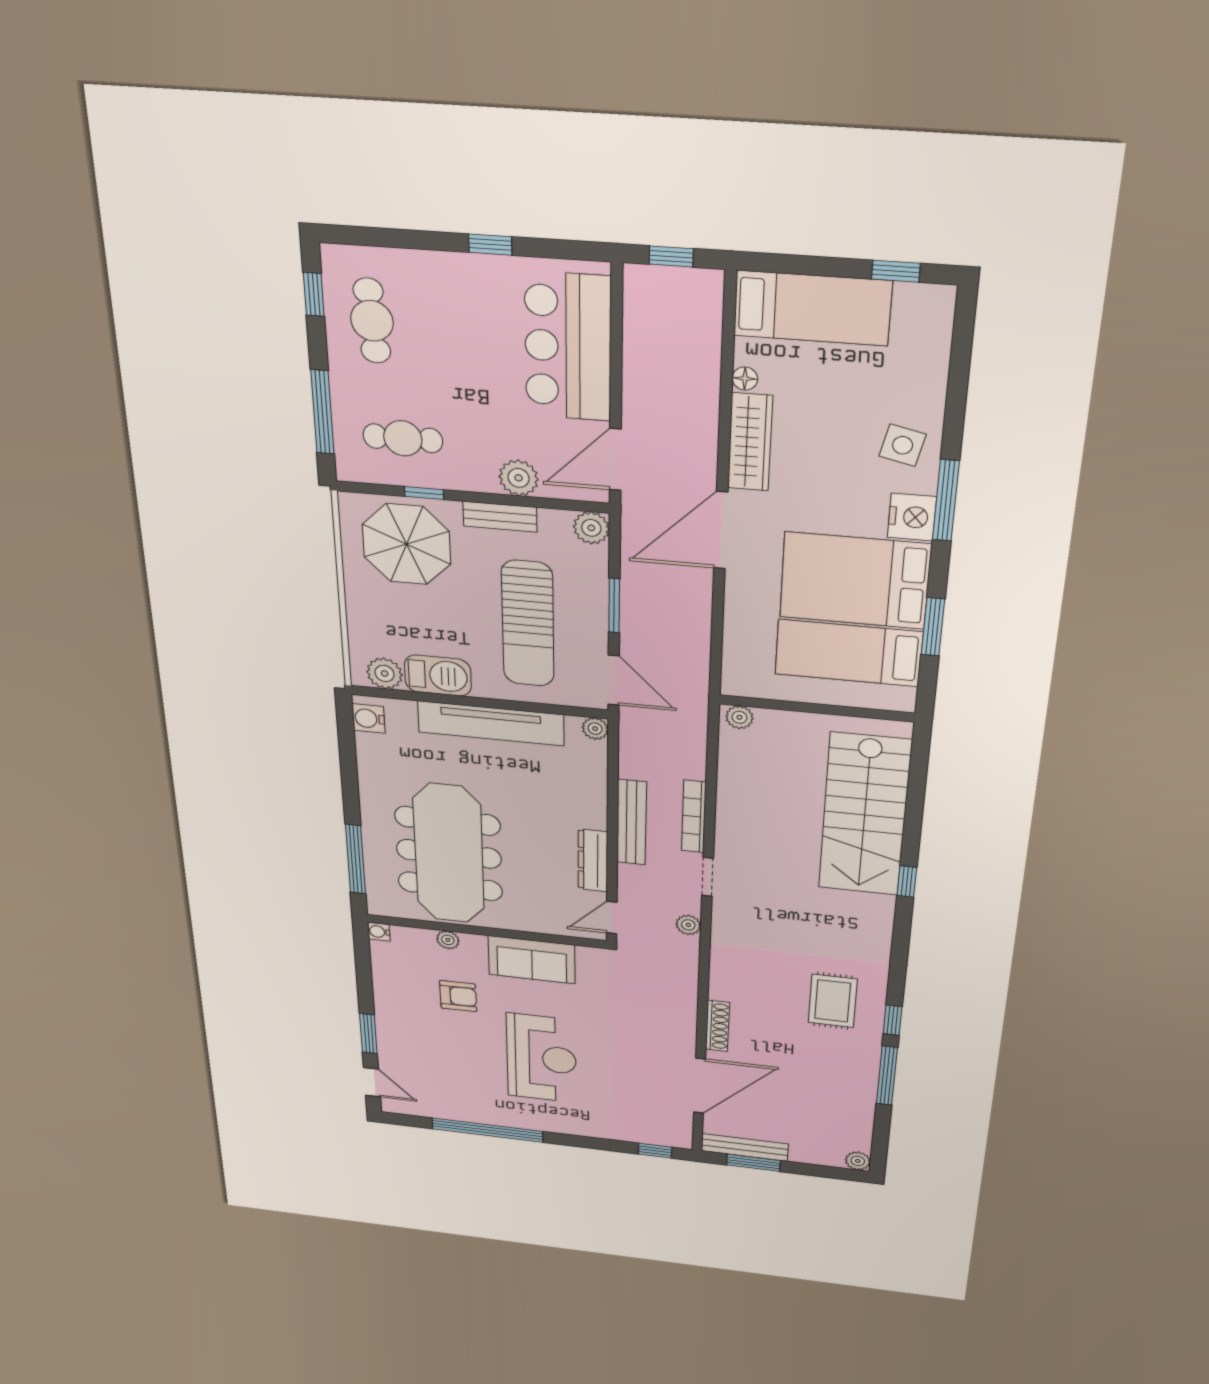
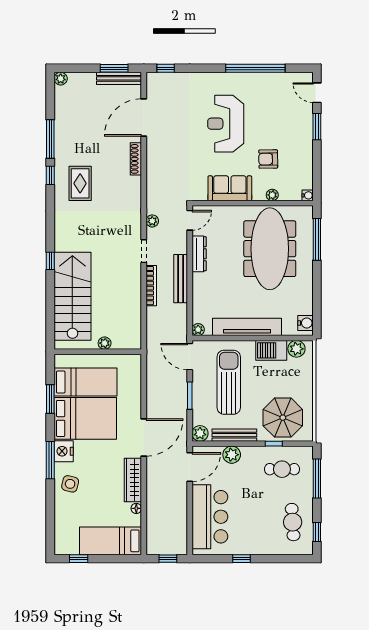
bench: (500, 517) -> (234, 435), width x1.36
plant: (739, 717) -> (105, 343), moved

